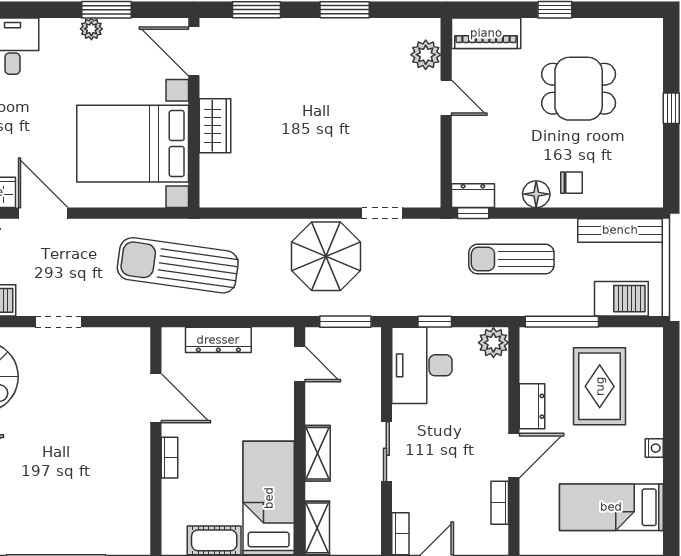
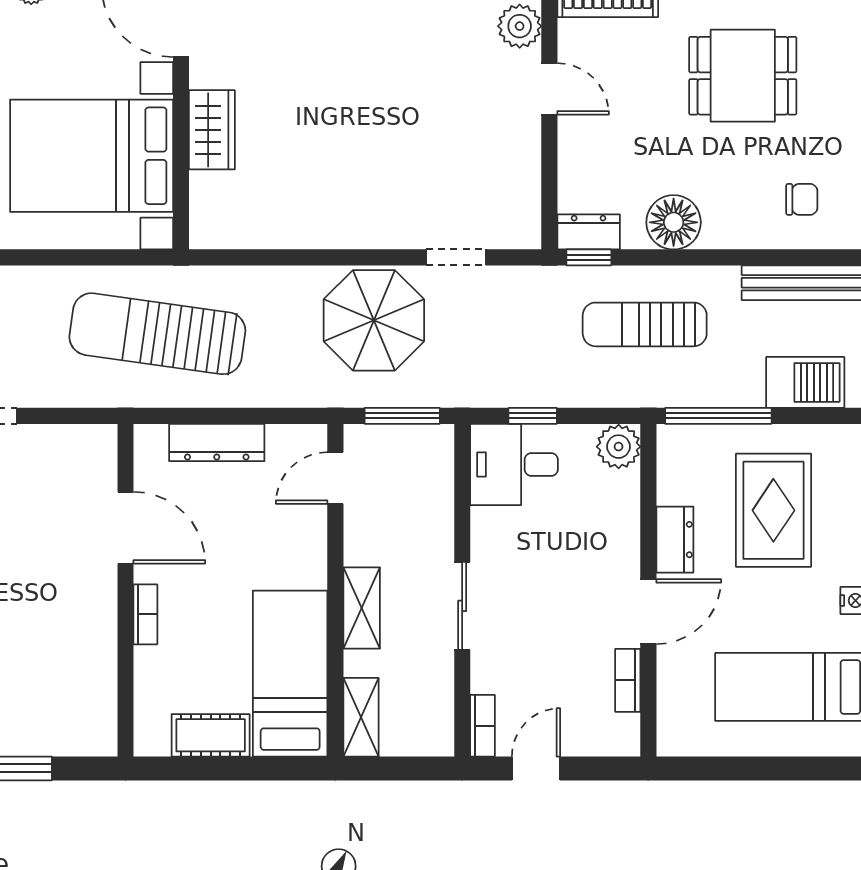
chair: (571, 183) -> (802, 199), moved
floor lamp: (536, 194) -> (674, 222), width x1.38, depth x1.38
door: (300, 364) -> (335, 478), swing flipped
desk: (422, 365) -> (514, 464), width x0.73

